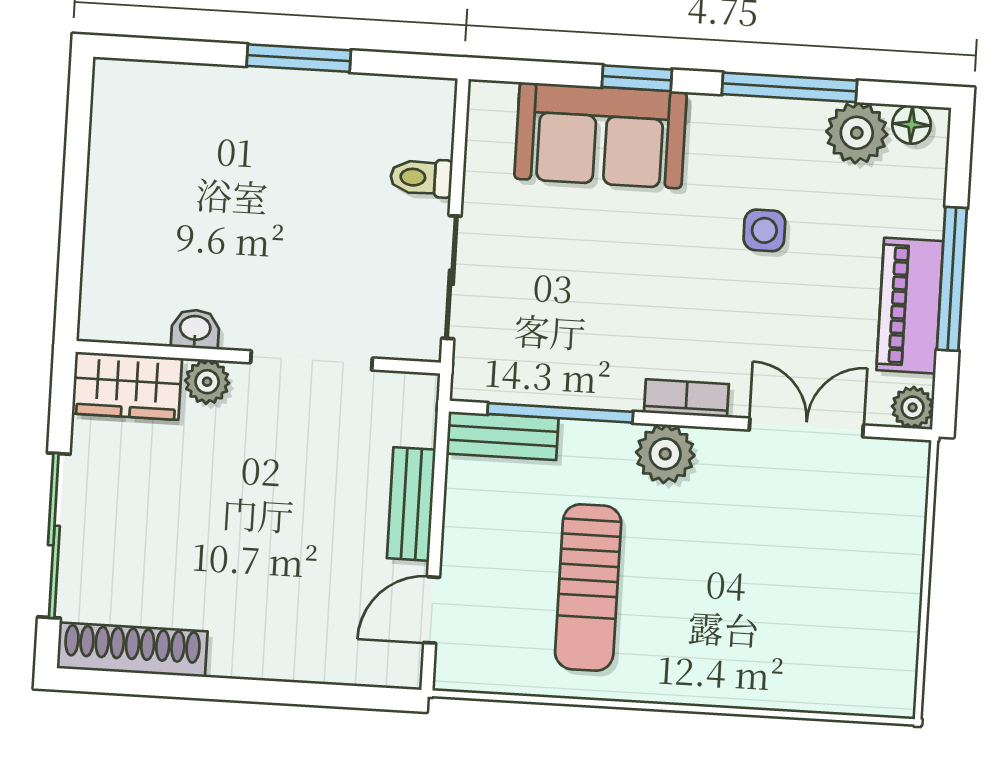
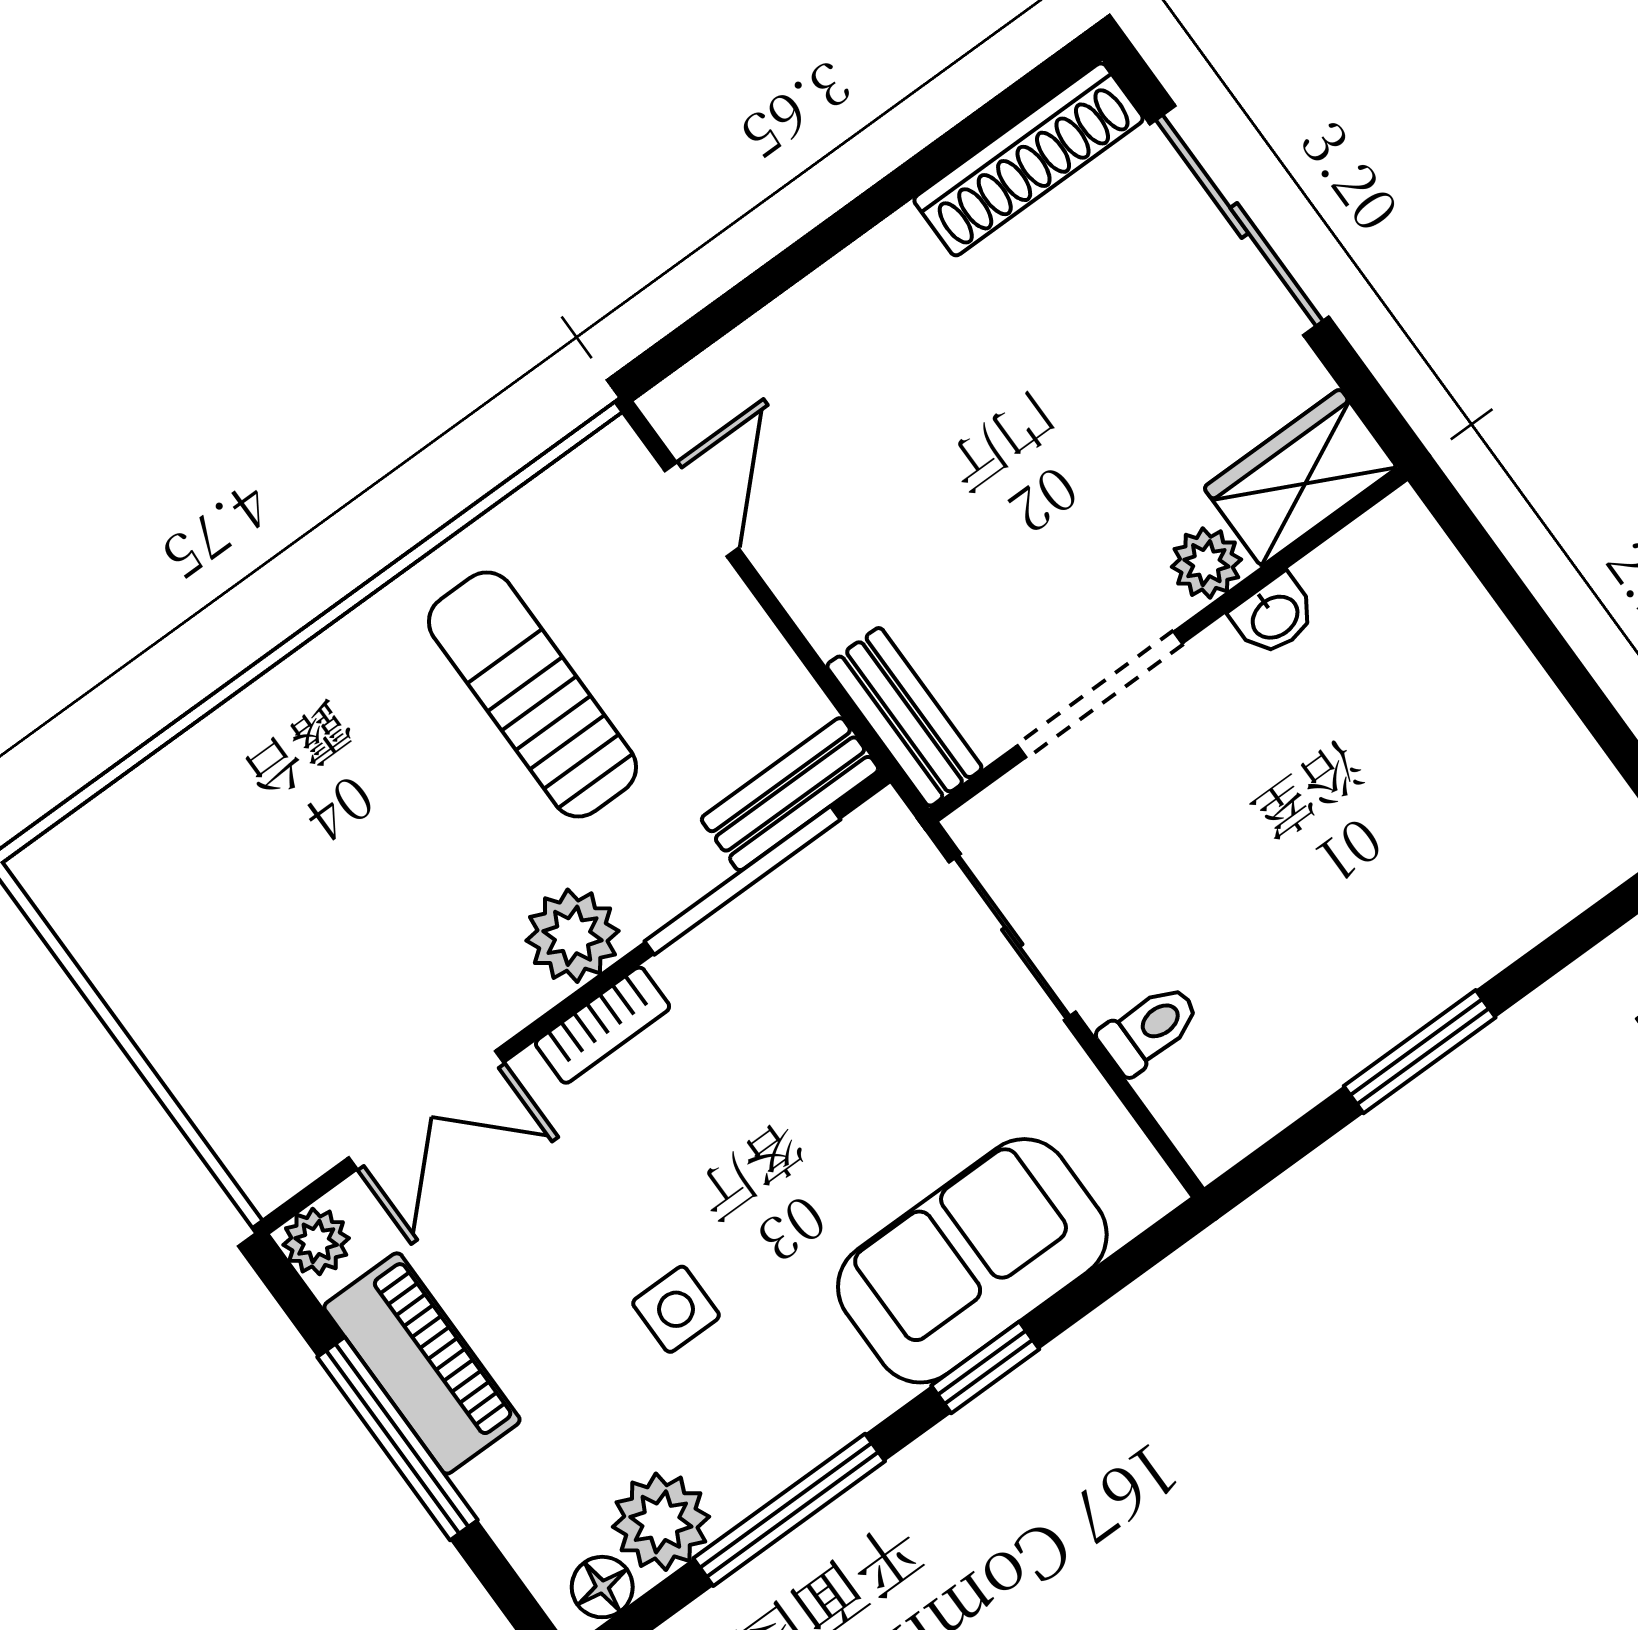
bench: (411, 504) -> (904, 717), moved

